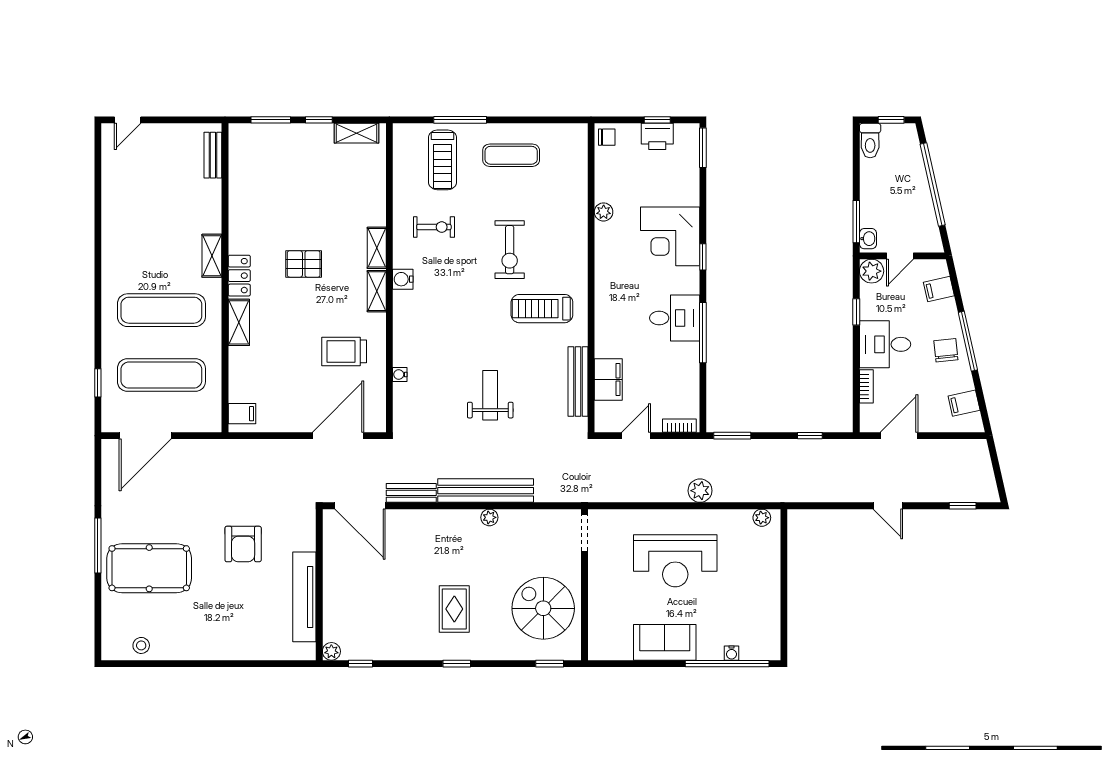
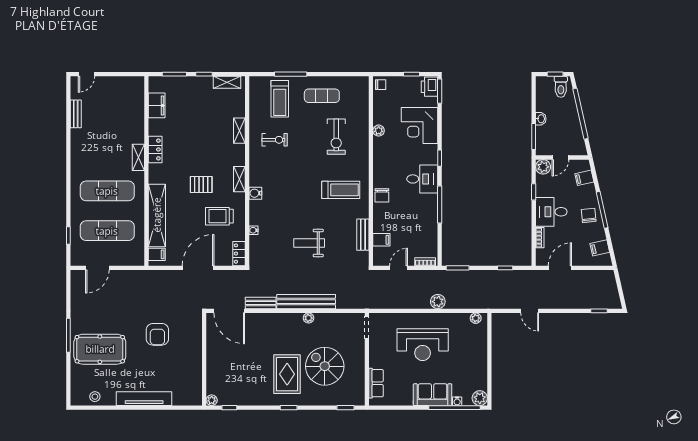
printer: (657, 136) -> (429, 87), moved, turned 90
toilet: (870, 141) -> (561, 87), moved
bench: (213, 155) -> (76, 114), moved
filing cabinet: (242, 171) -> (157, 105), added
corner desk: (670, 236) -> (419, 125), moved
washbasin: (868, 239) -> (541, 119), moved
shelving: (377, 248) -> (239, 131), moved
exercise bike: (510, 250) -> (336, 137), moved
pallet: (304, 264) -> (201, 185), moved
locker: (239, 276) -> (155, 149), moved
water cooler: (403, 279) -> (255, 193), moved
treadmill: (542, 309) -> (341, 190), turned 180
chair: (609, 317) -> (382, 195), added
desk: (675, 318) -> (422, 179), moved
shelving: (239, 322) -> (157, 215), width x2.20, depth x1.33
filing cabinet: (608, 379) -> (381, 240), width x0.50
bench: (578, 382) -> (363, 235), width x0.73
weight bench: (490, 395) -> (309, 243), turned -90
locker: (376, 412) -> (239, 254), added
door: (145, 436) -> (97, 268), width x0.73
door: (338, 436) -> (198, 268), moved
door: (888, 506) -> (530, 311), moved
tv unit: (304, 597) -> (144, 399), moved, turned 90
spiral stairs: (543, 608) -> (325, 366), moved
rug: (454, 609) -> (287, 374), width x1.36, depth x1.43
row of seats: (599, 624) -> (376, 383), added
sofa: (665, 642) -> (433, 395), moved
plant: (768, 648) -> (480, 398), added

